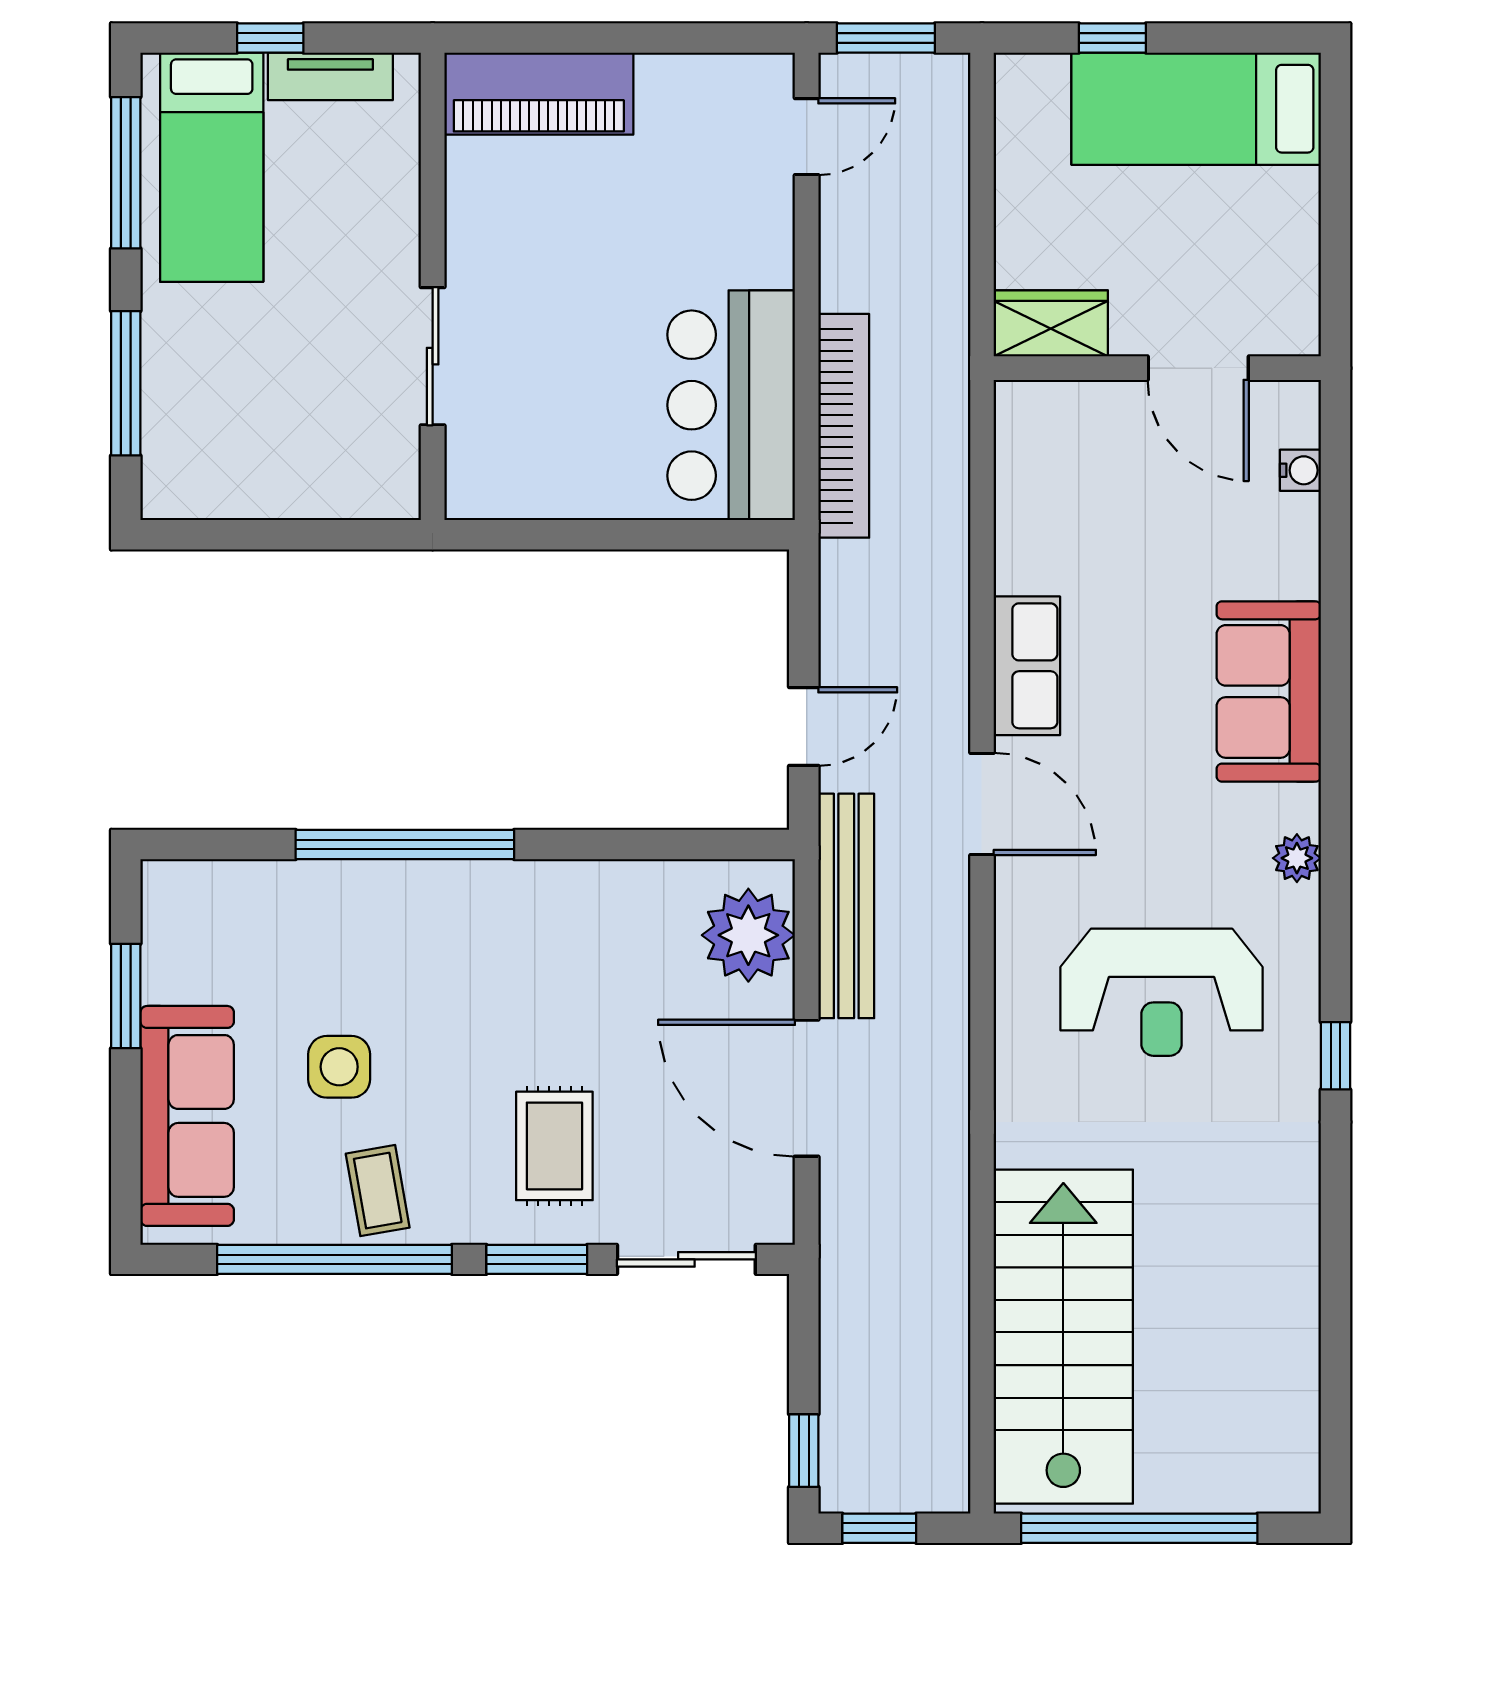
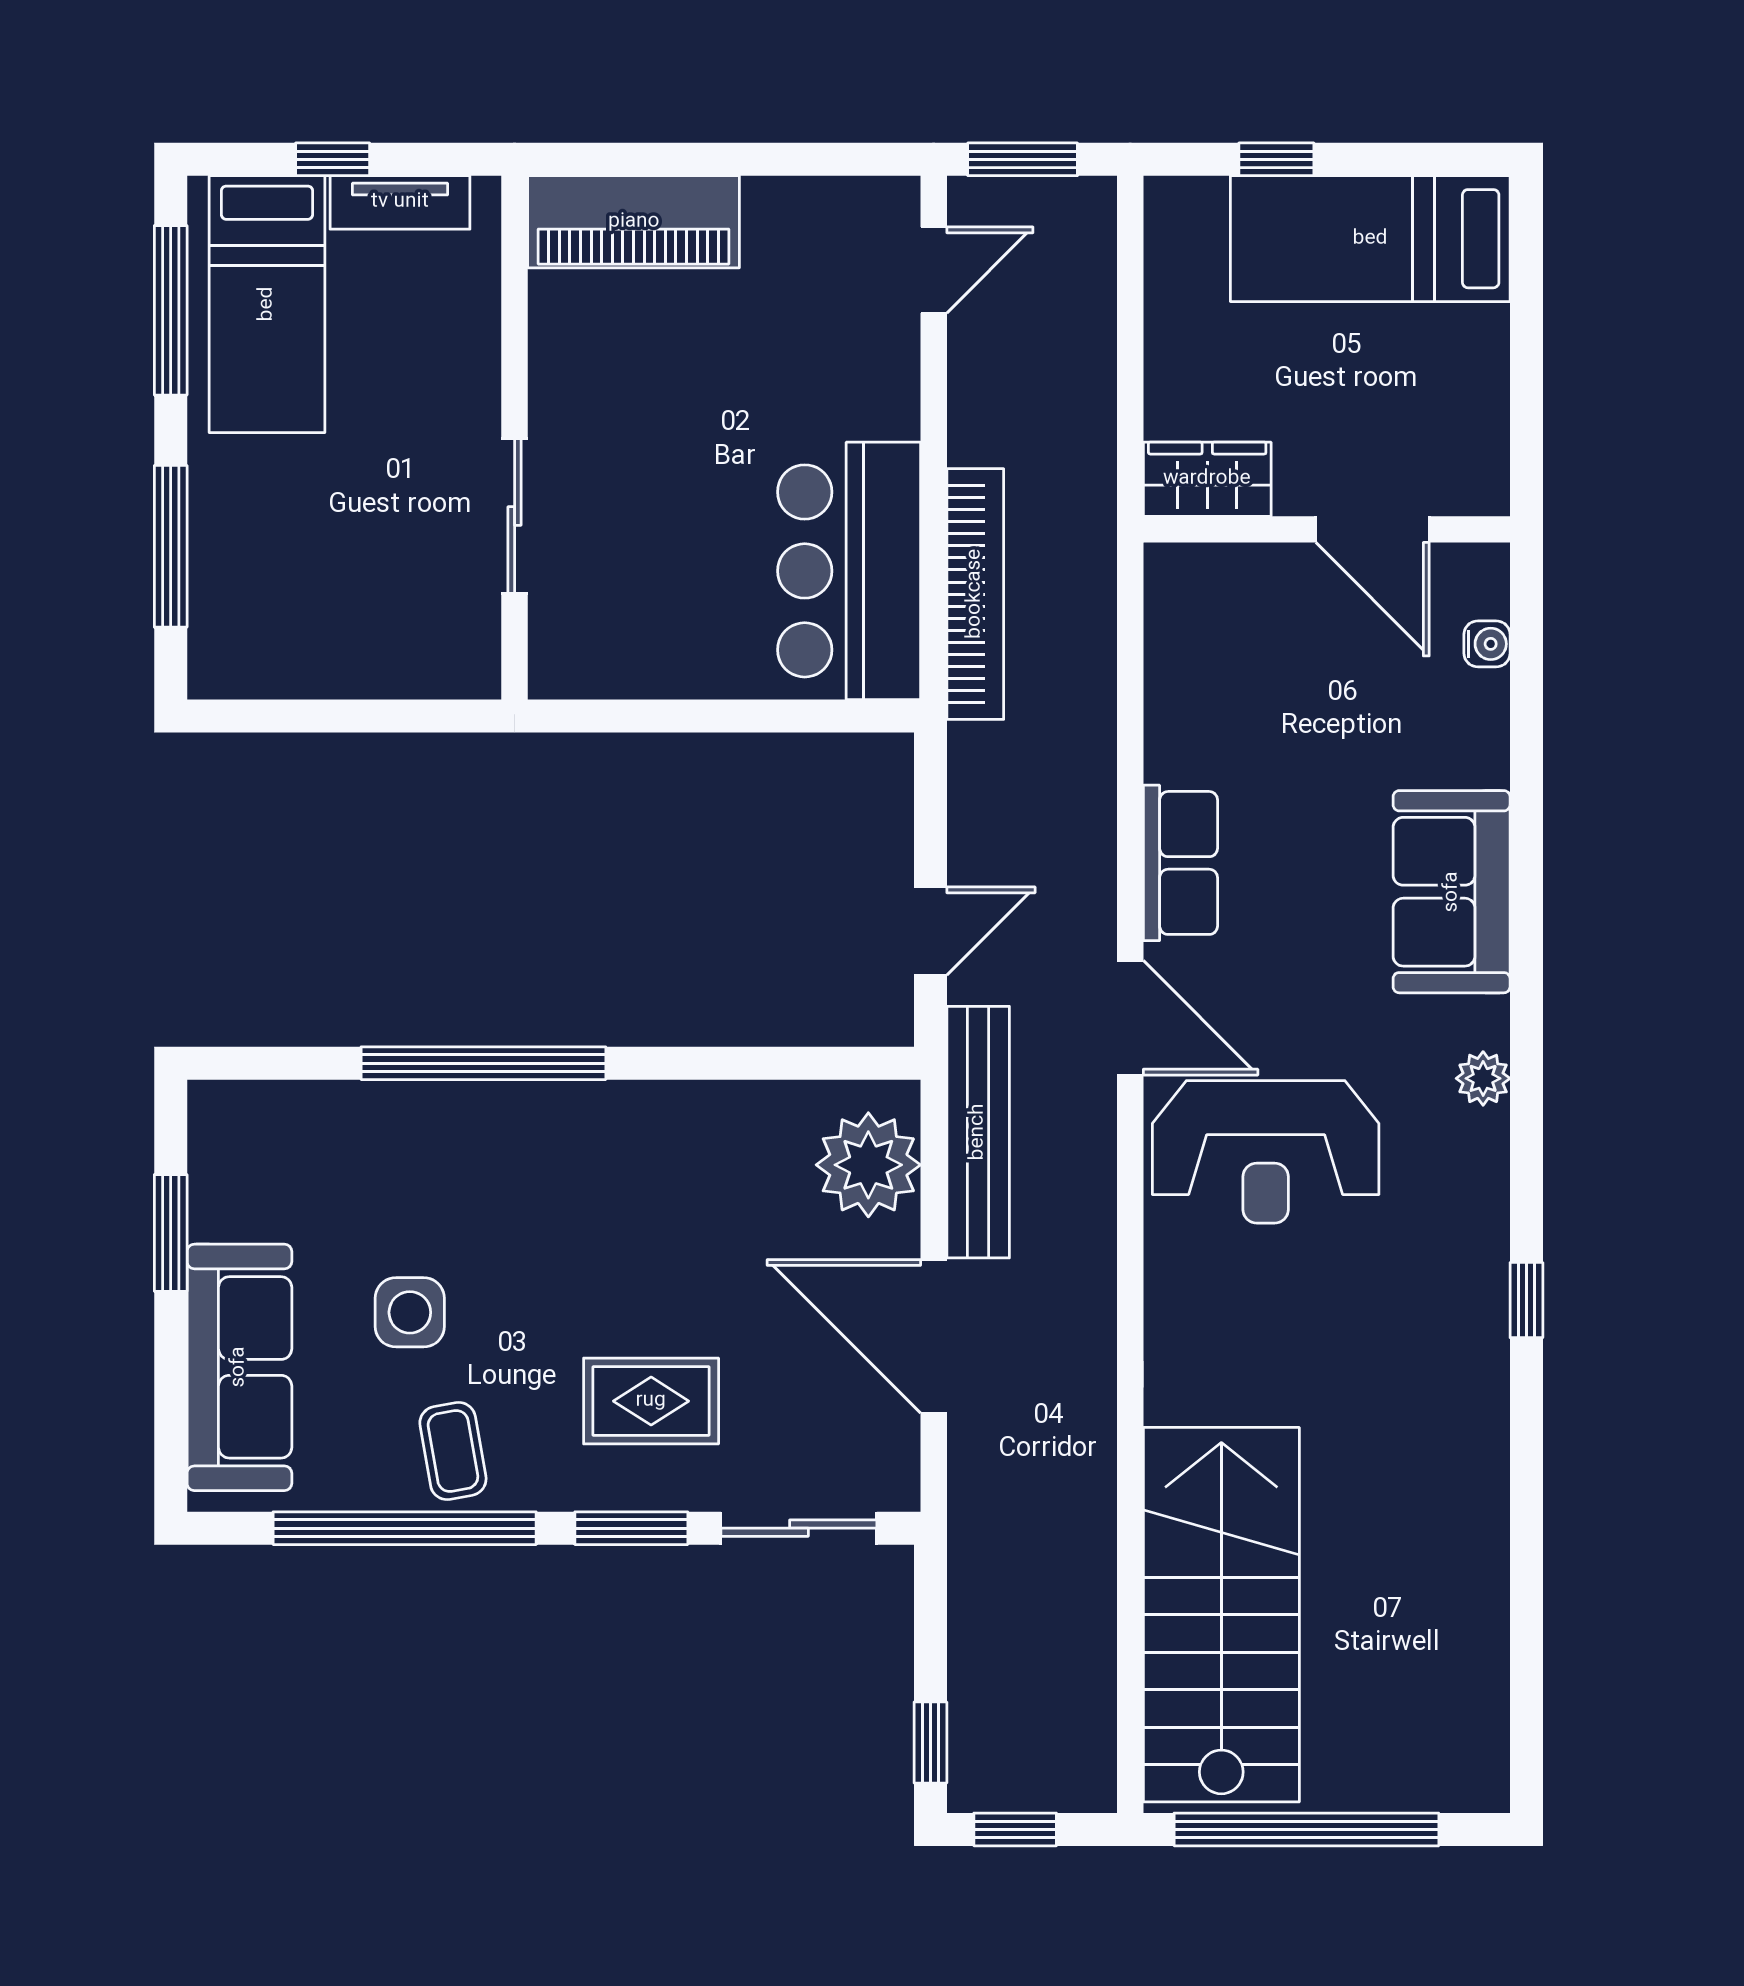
reception desk: (1162, 992) -> (1266, 1152), moved
rug: (554, 1146) -> (651, 1401), turned 90

